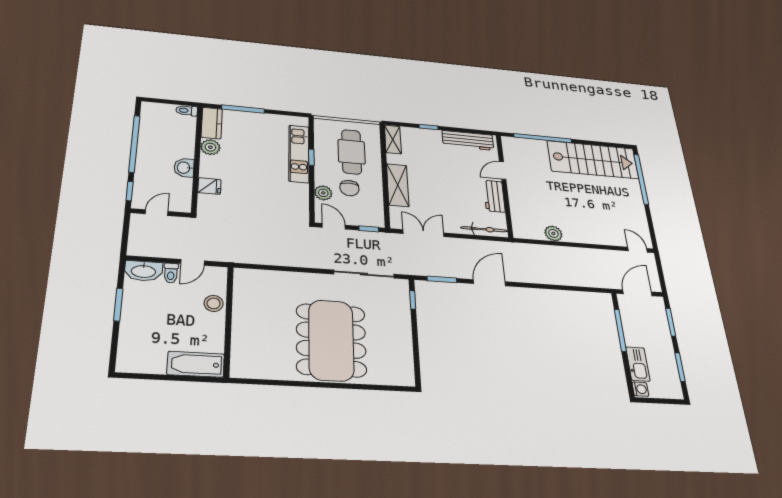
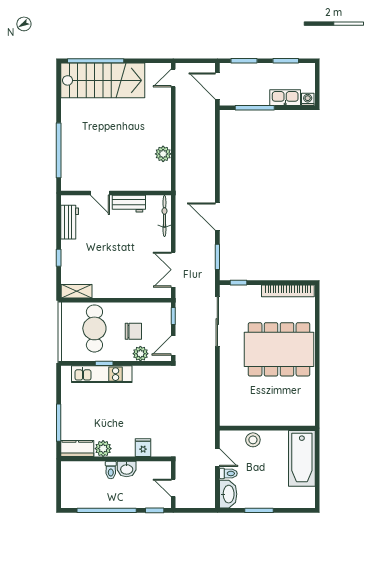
toilet: (187, 111) -> (111, 470), moved
workbench: (468, 140) -> (70, 222), width x0.73
cafe table: (352, 152) -> (94, 328), turned 90
stairs: (593, 160) -> (103, 80), moved, turned 90
shelving: (398, 185) -> (126, 289), removed
bookcase: (406, 355) -> (288, 291), added
bathtub: (196, 364) -> (302, 458), width x1.36, depth x1.36

